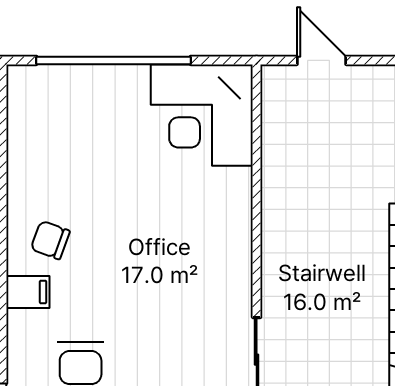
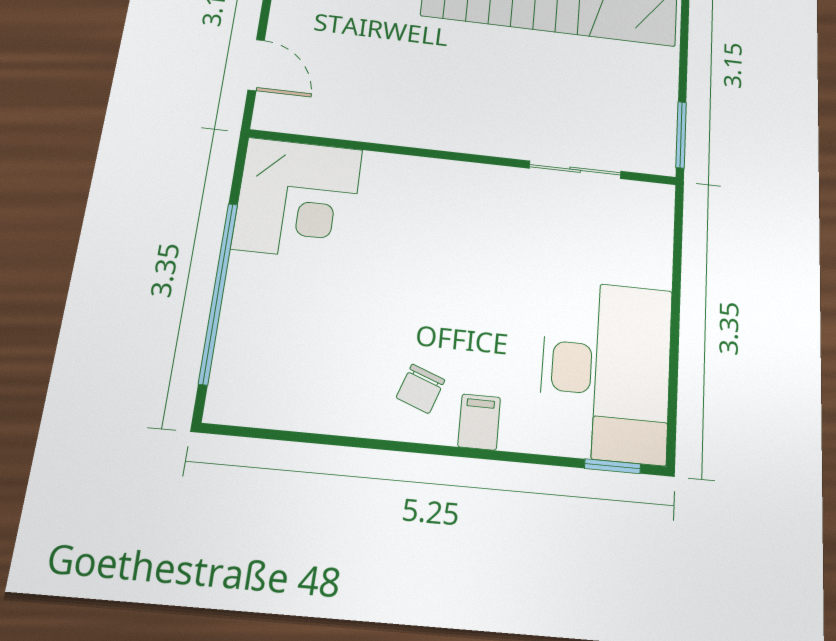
door: (322, 60) -> (256, 65), swing flipped

